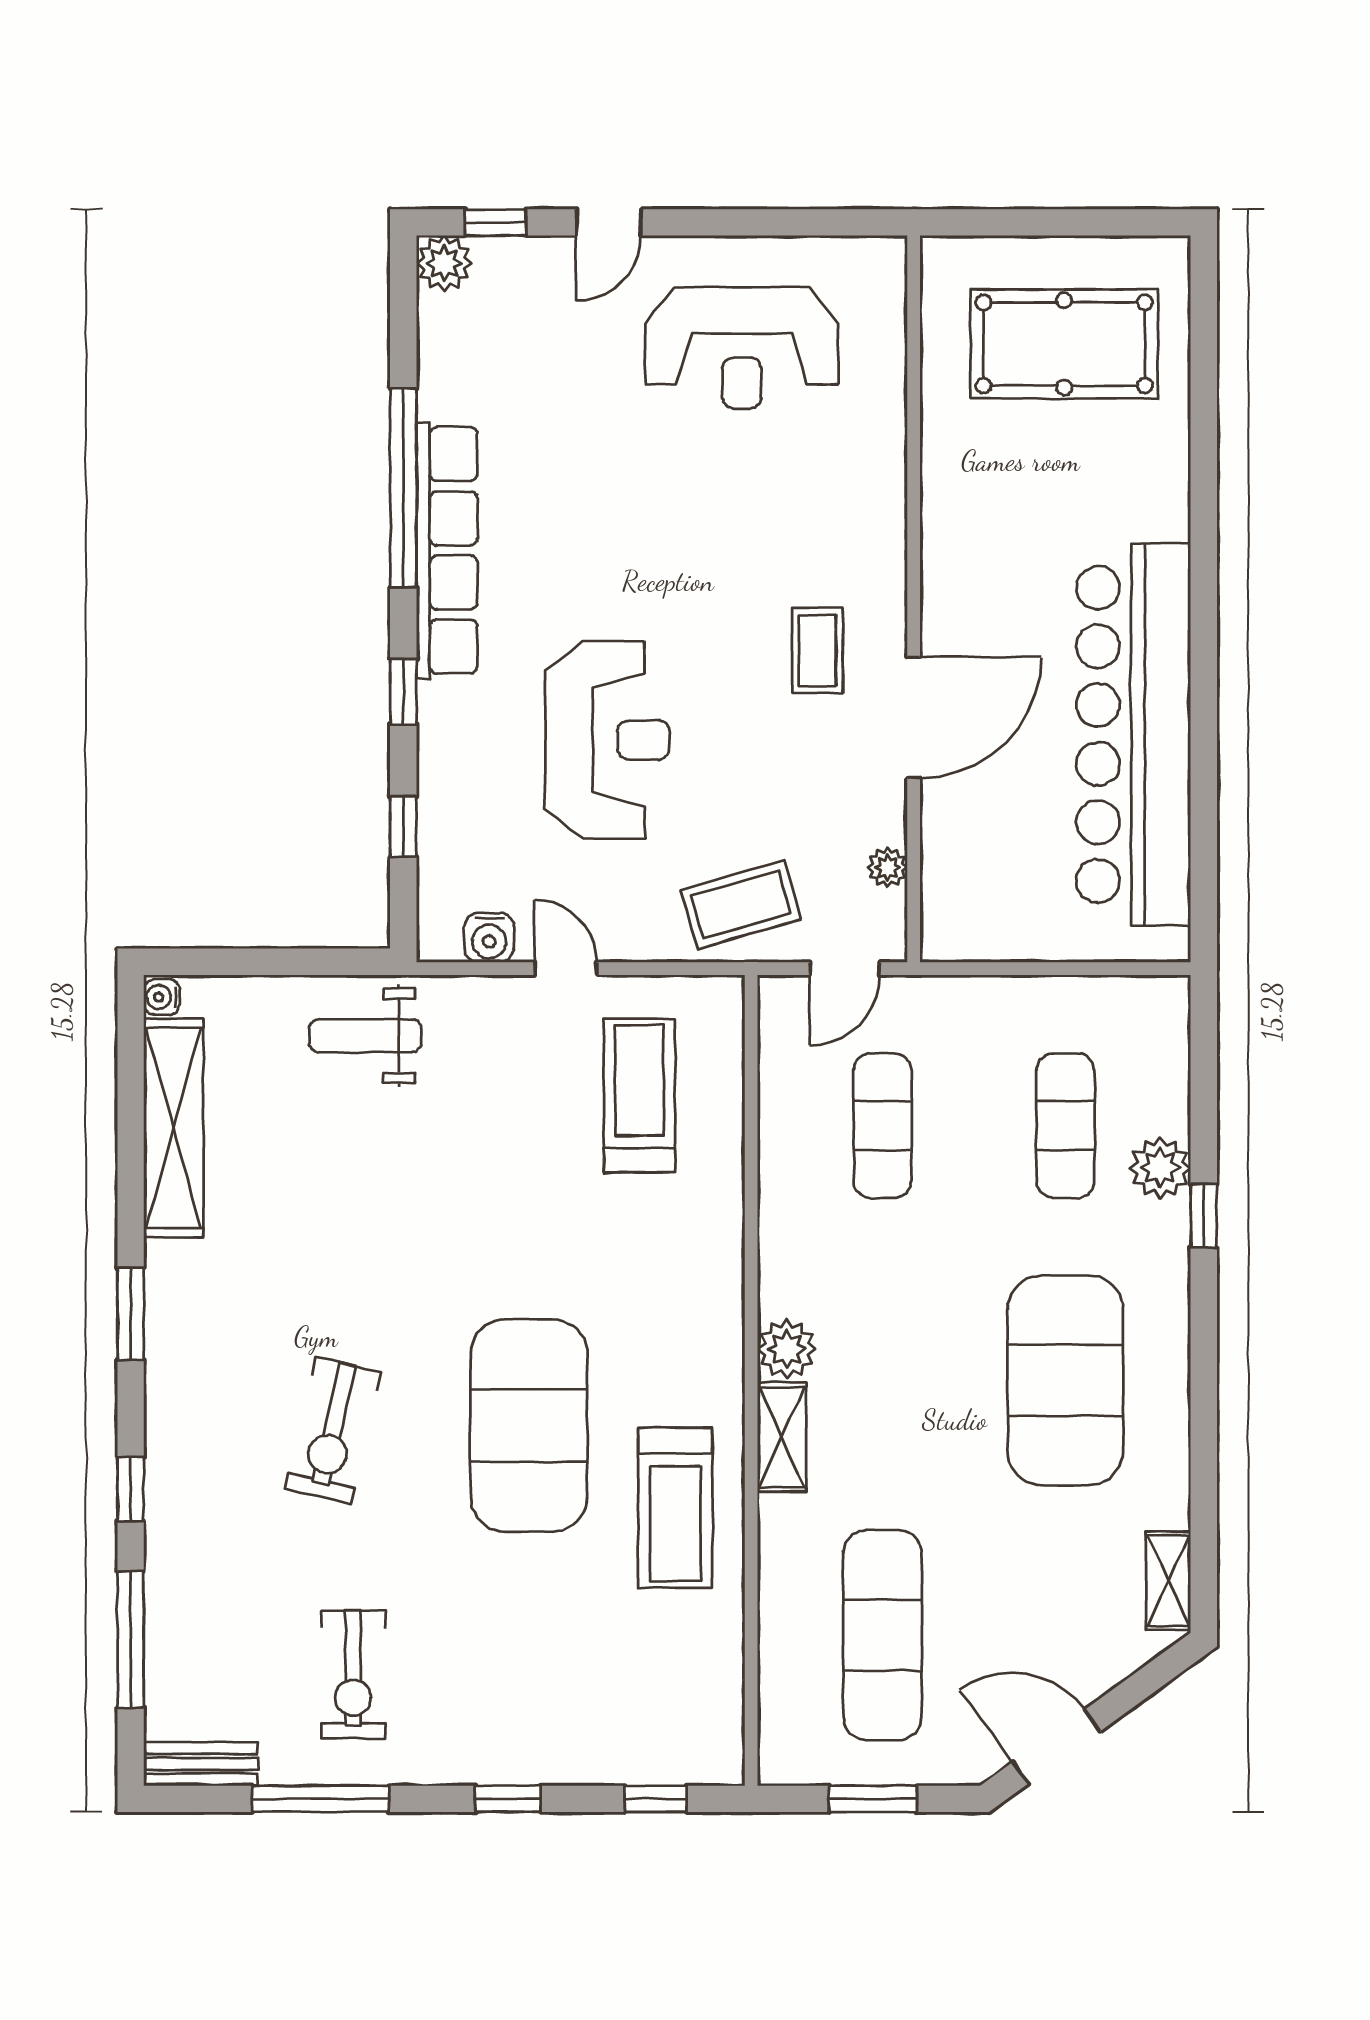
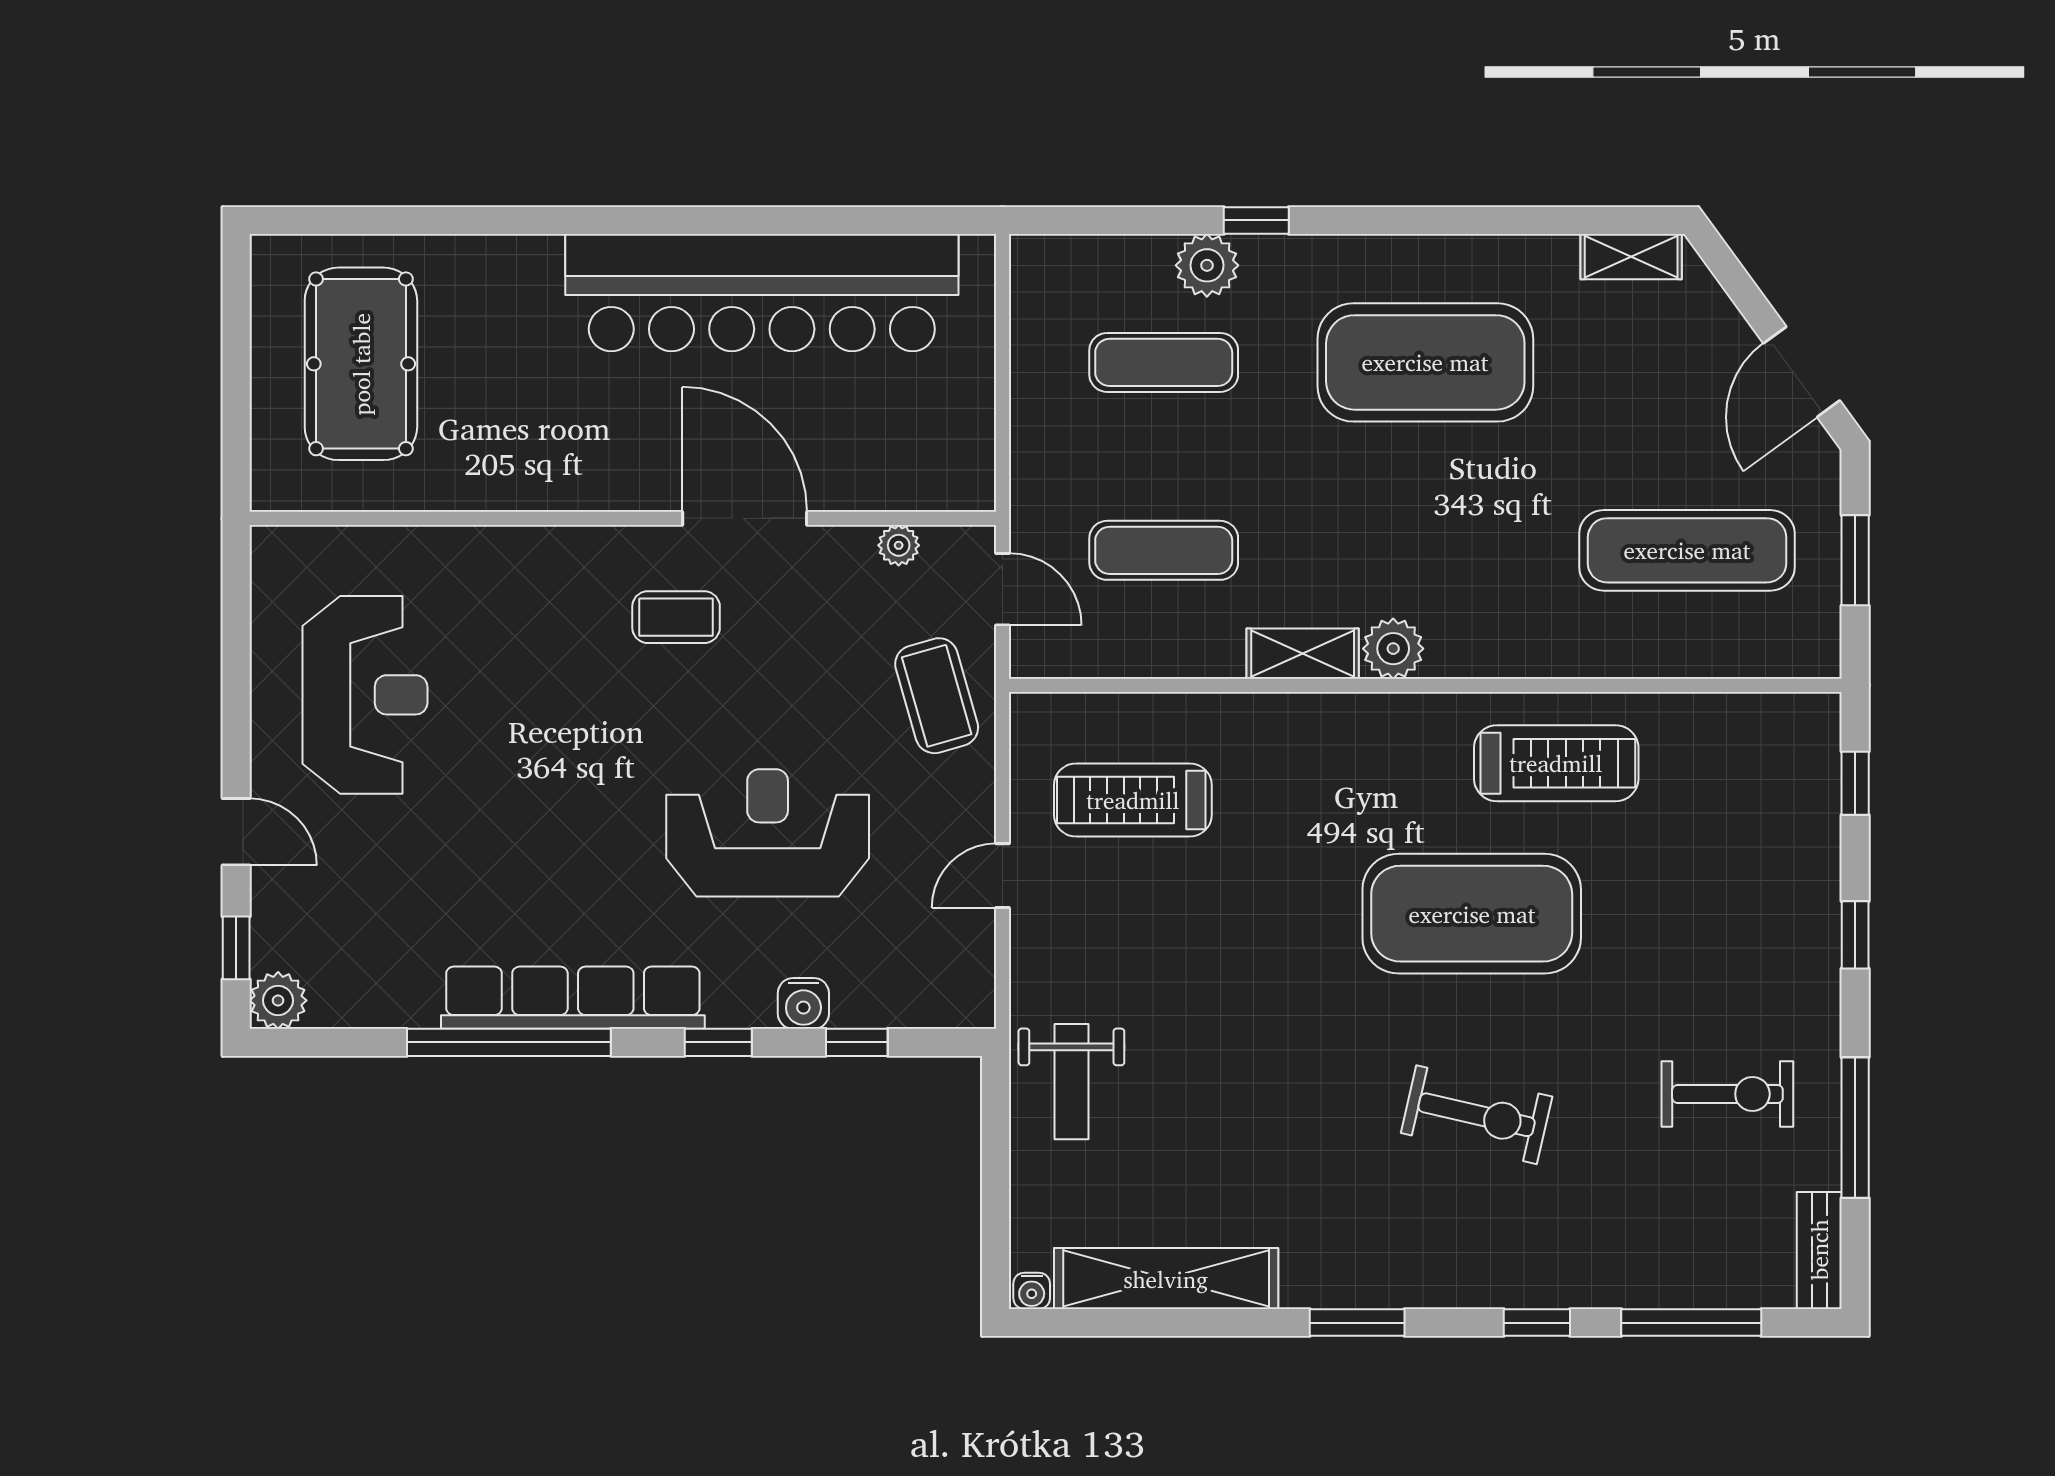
water cooler: (489, 938) -> (803, 1003), moved, turned 90
shelving: (782, 1437) -> (1303, 654), moved

